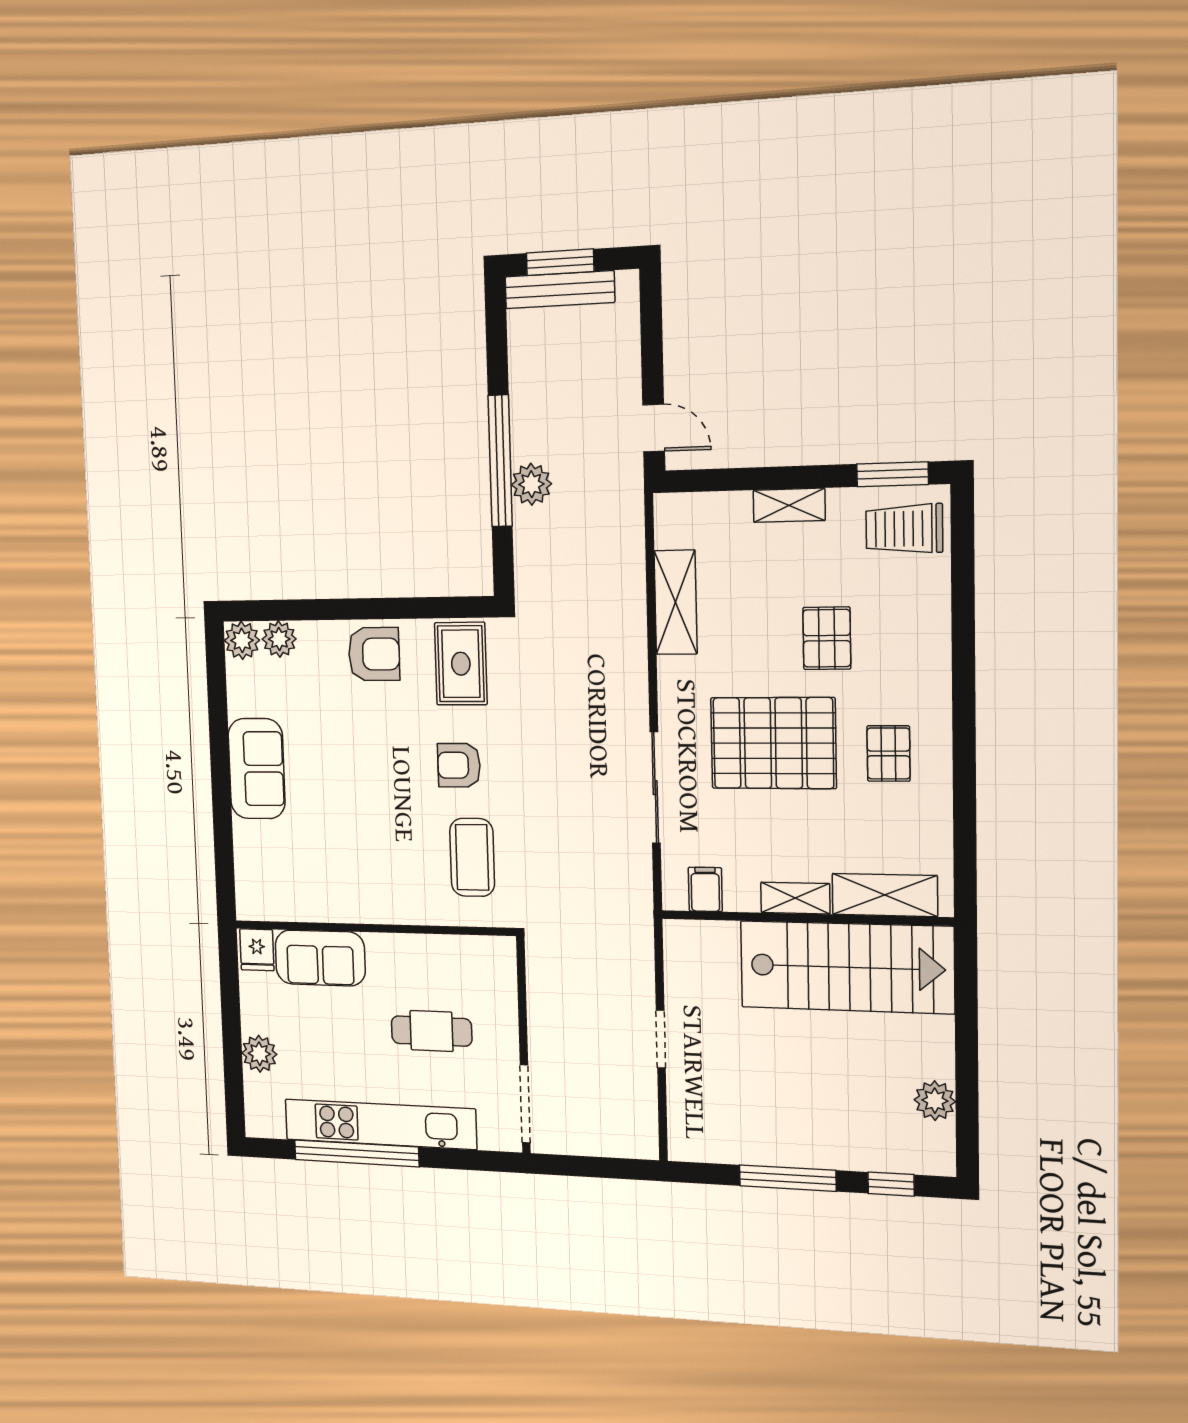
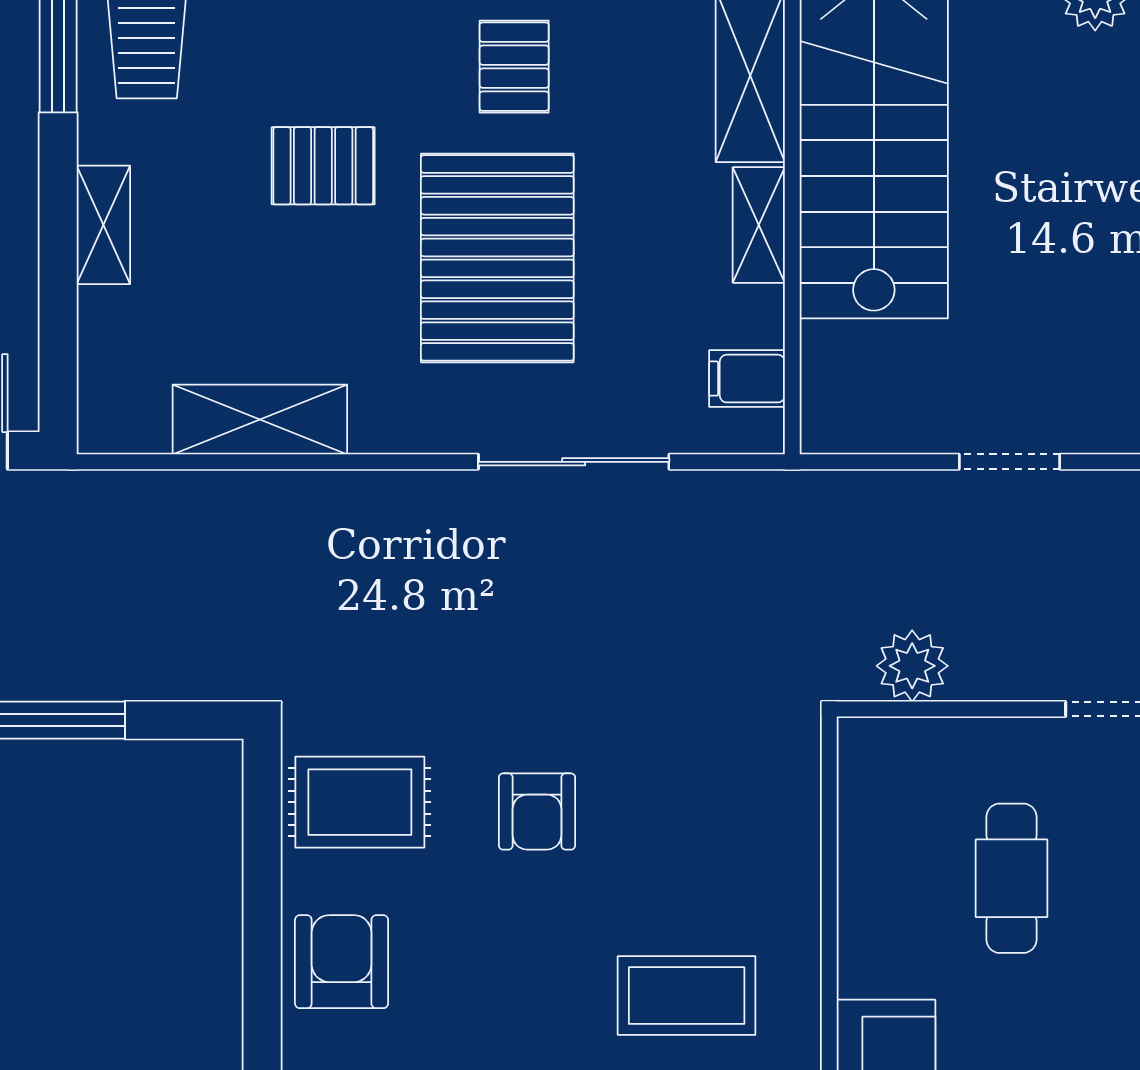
plant: (531, 484) -> (912, 666), moved
pallet: (889, 753) -> (514, 67), turned 90
coffee table: (472, 857) -> (687, 996), moved

